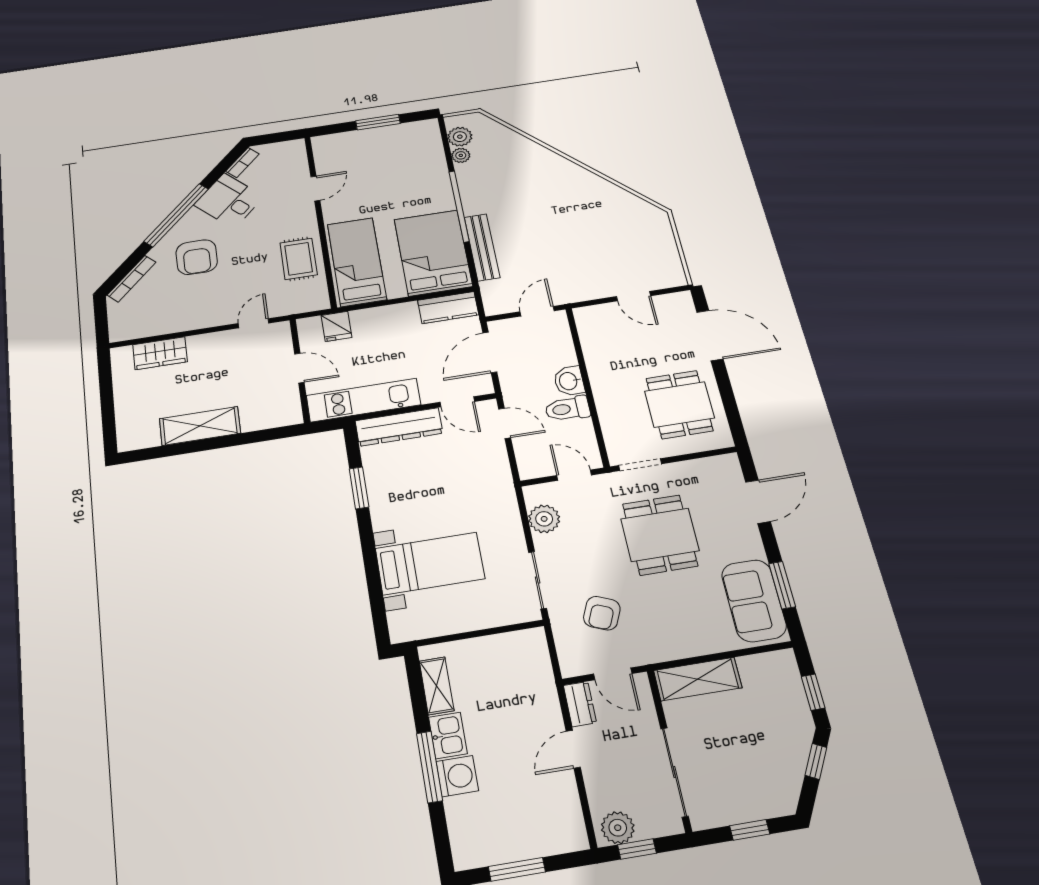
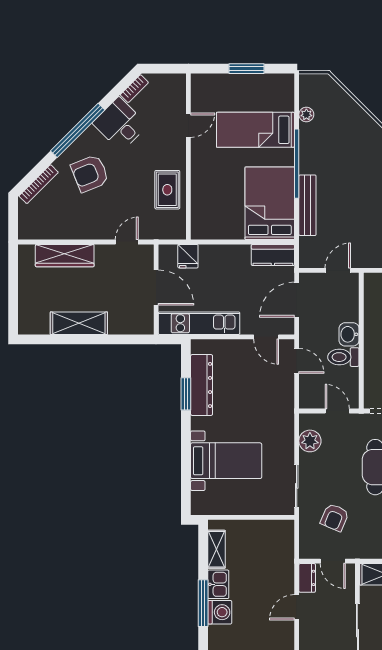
plant: (460, 137) -> (309, 96), removed
armchair: (197, 257) -> (90, 173), turned 68
bed: (357, 262) -> (255, 130), moved, turned -90
wardrobe: (160, 353) -> (65, 256), width x1.50
door: (299, 368) -> (156, 287), width x1.38
dresser: (399, 427) -> (202, 385), moved, turned -90

